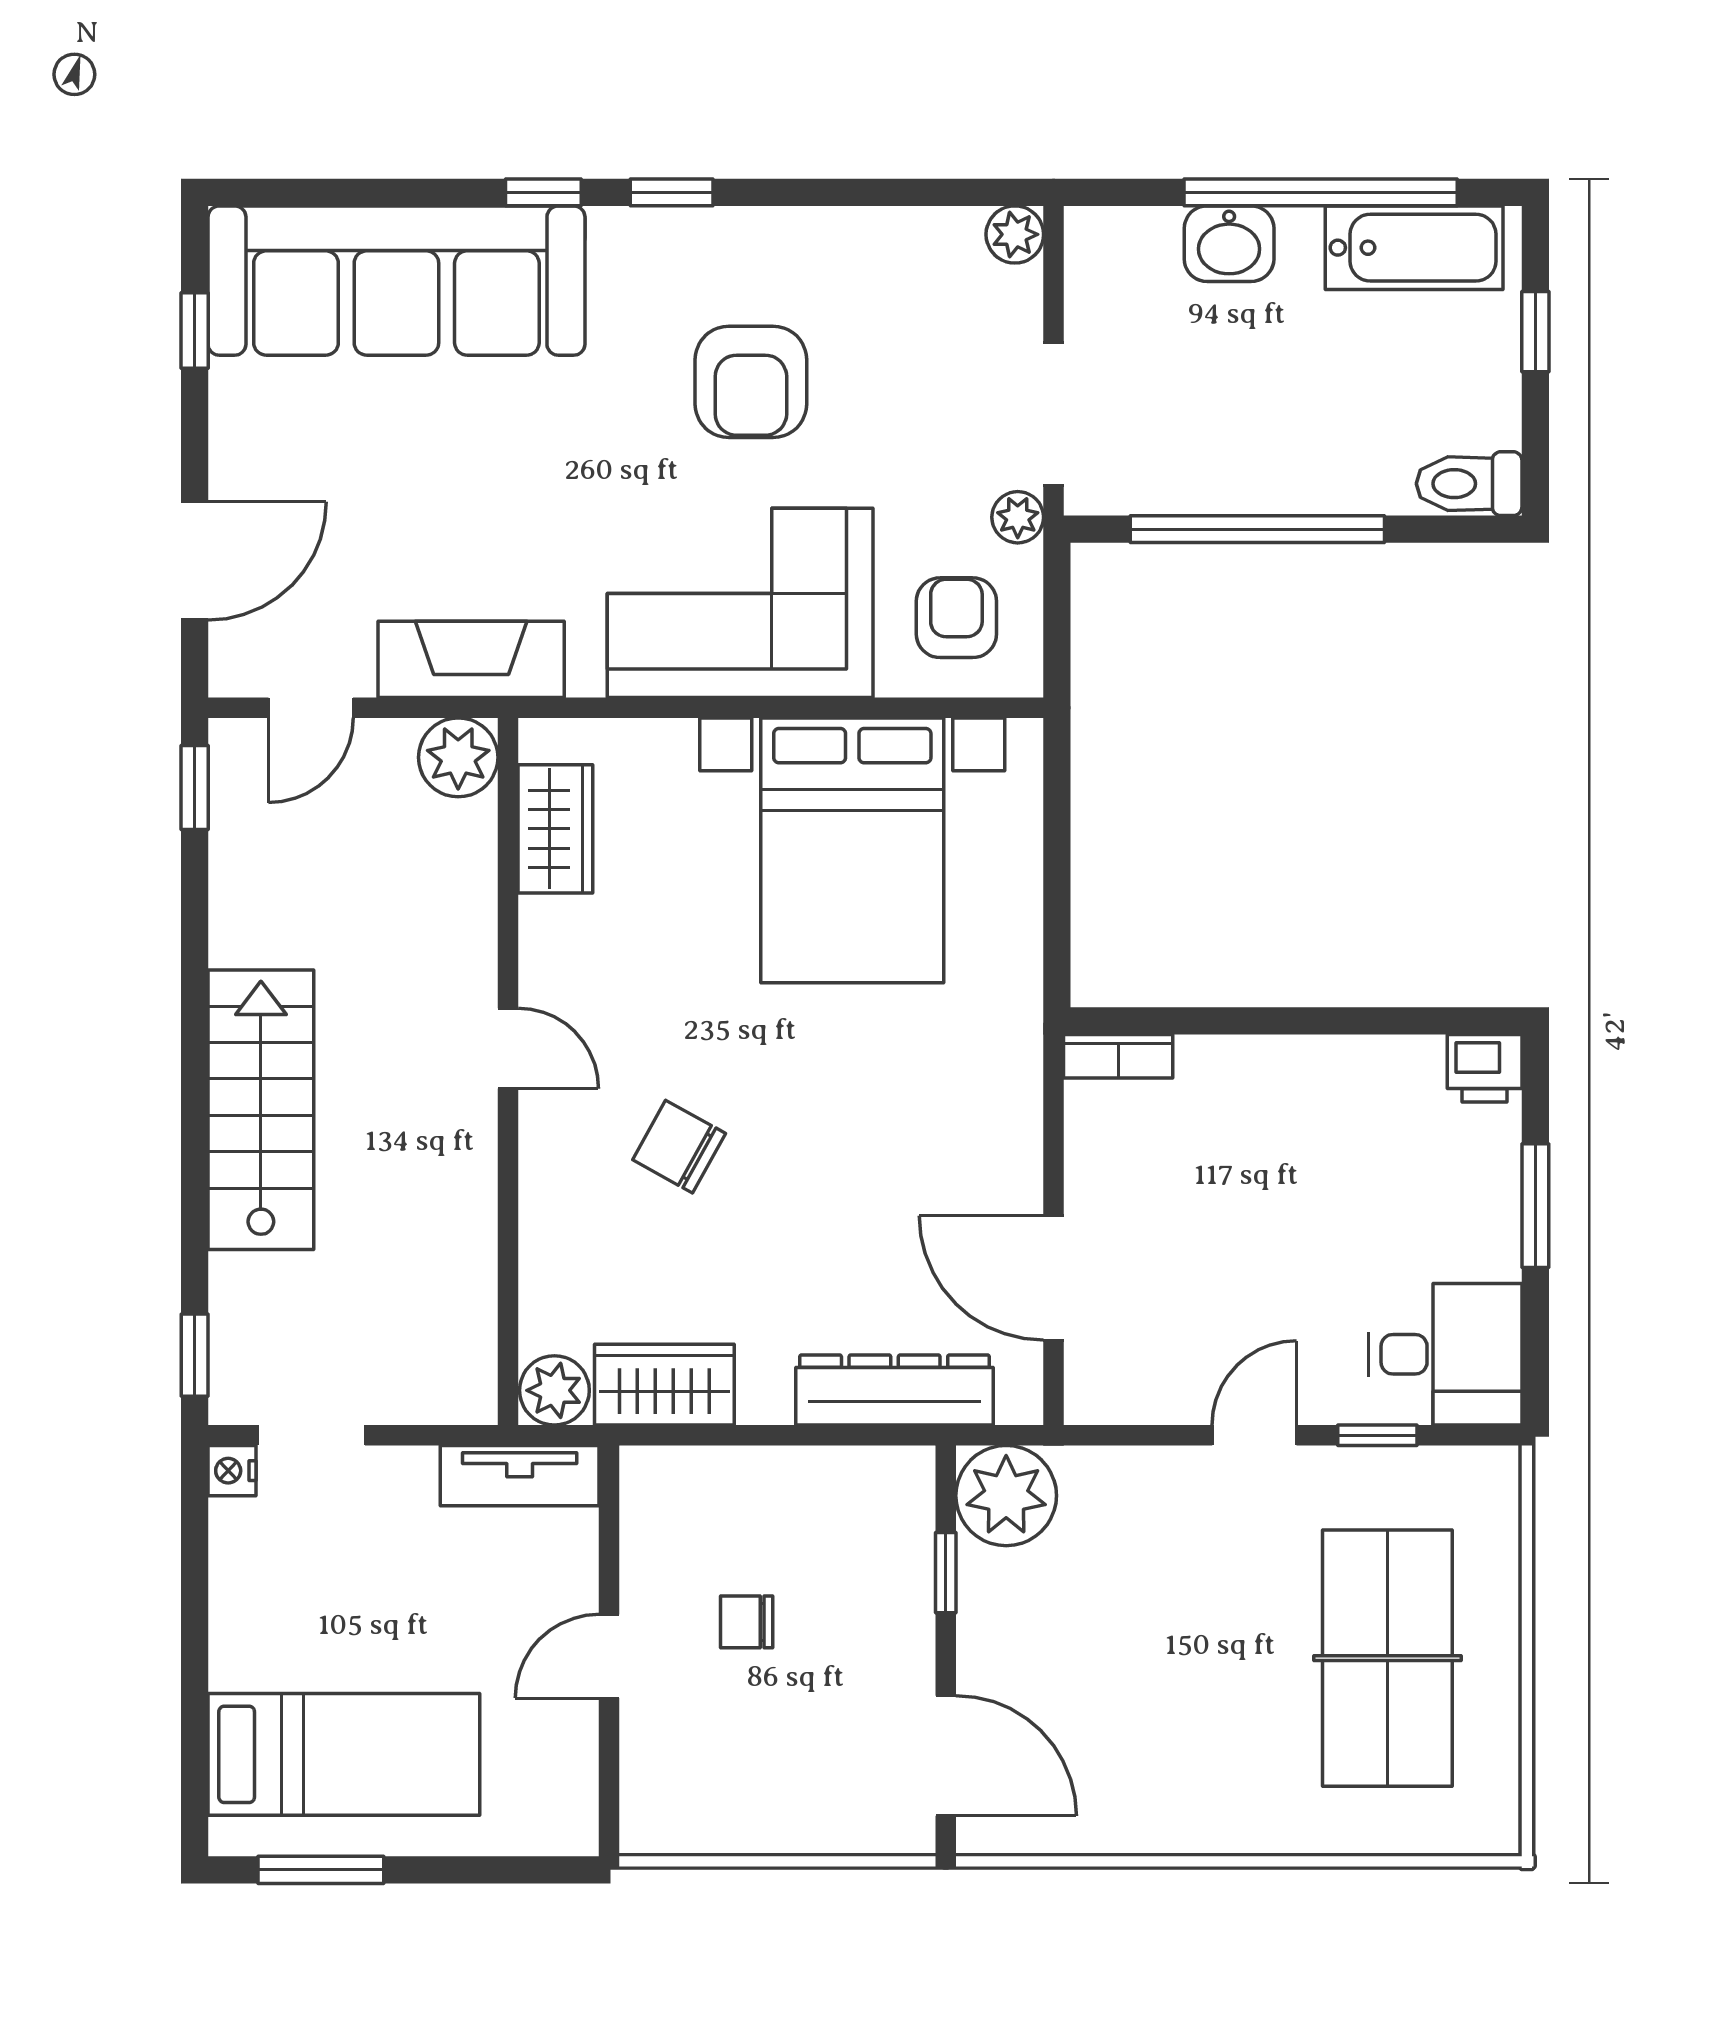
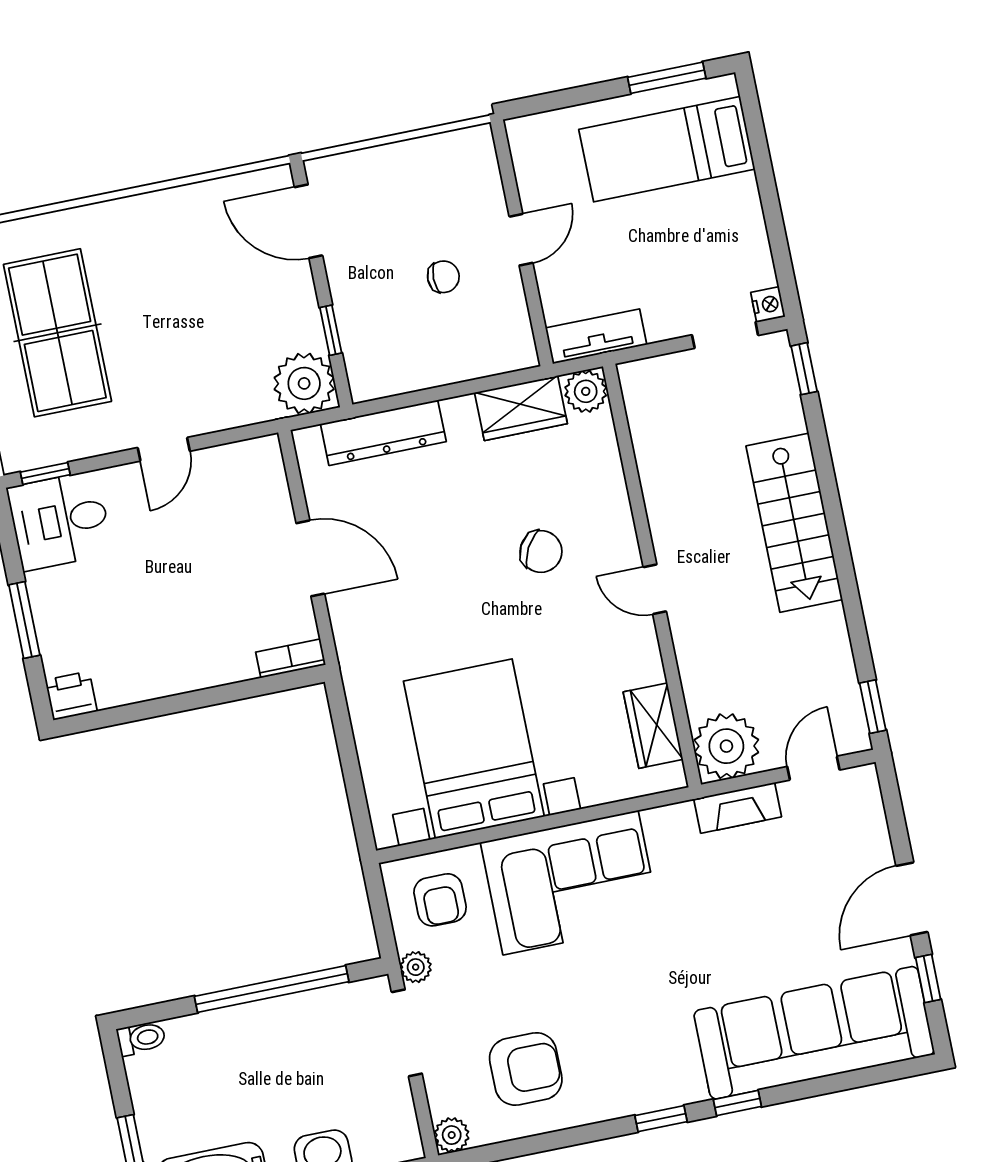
armchair: (751, 382) -> (526, 1069), moved, turned 90
toilet: (1469, 484) -> (141, 1038), width x0.73, depth x0.72
door: (195, 561) -> (912, 899), moved
fireplace: (471, 659) -> (738, 808), width x0.73, depth x0.76
plant: (458, 757) -> (726, 746), width x1.36, depth x1.36
door: (1054, 1278) -> (310, 558), moved
window: (1377, 1435) -> (45, 473), moved

